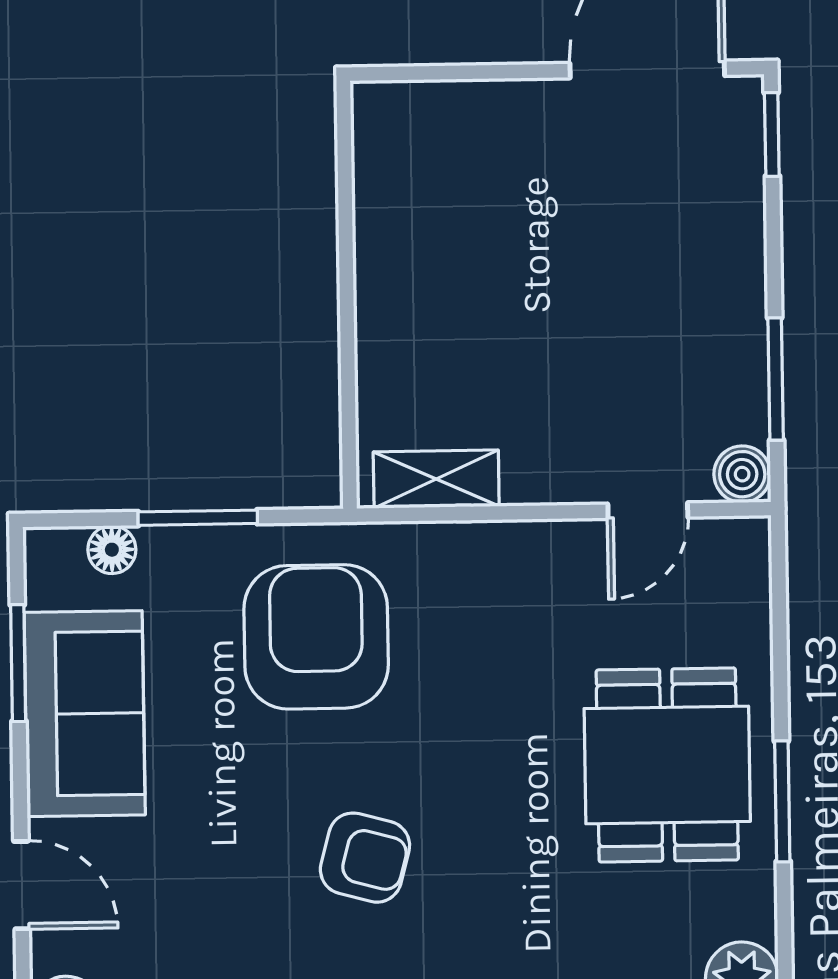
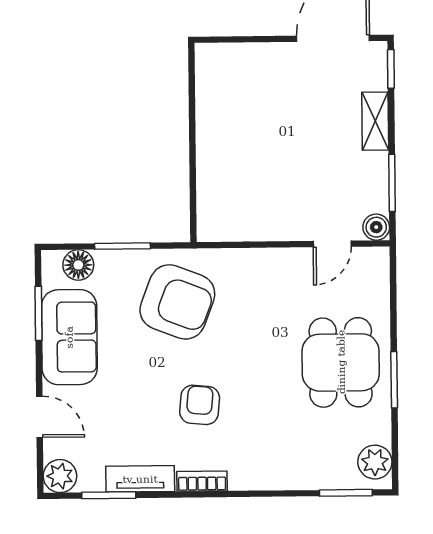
shelving: (436, 479) -> (375, 121), moved, turned 90
floor lamp: (112, 550) -> (78, 265), width x1.37, depth x1.37
armchair: (316, 637) -> (177, 302), turned 111
armchair: (365, 858) -> (200, 405), turned -100

